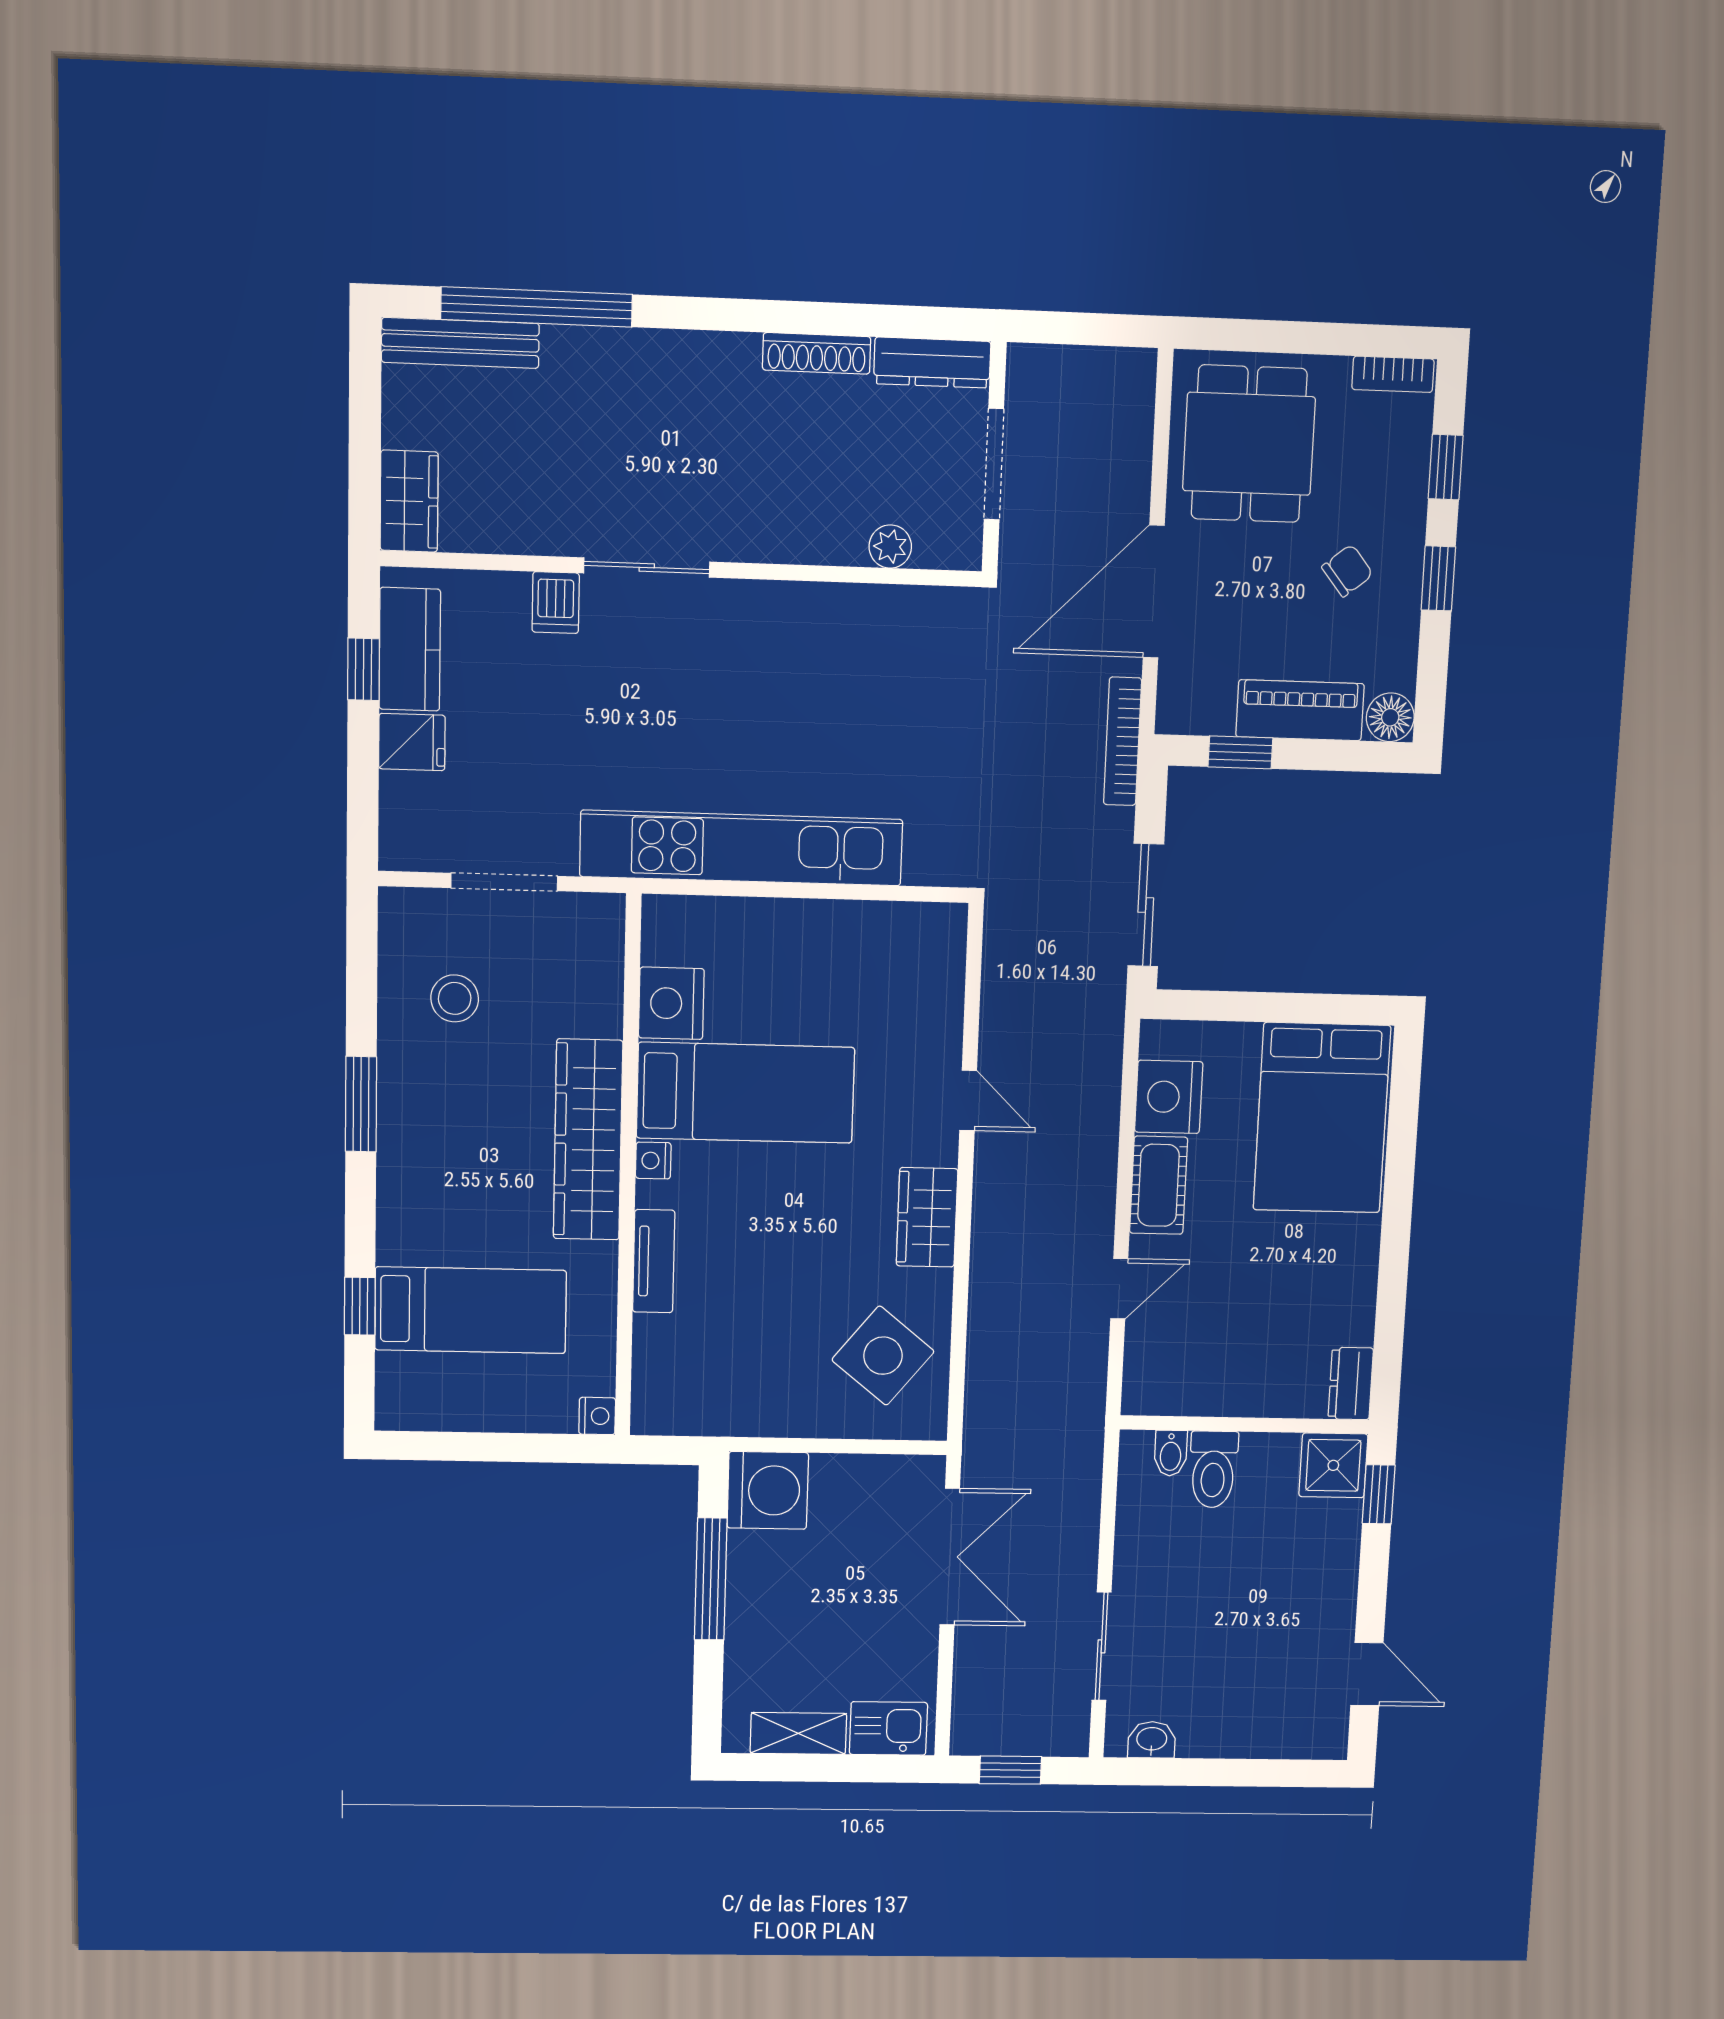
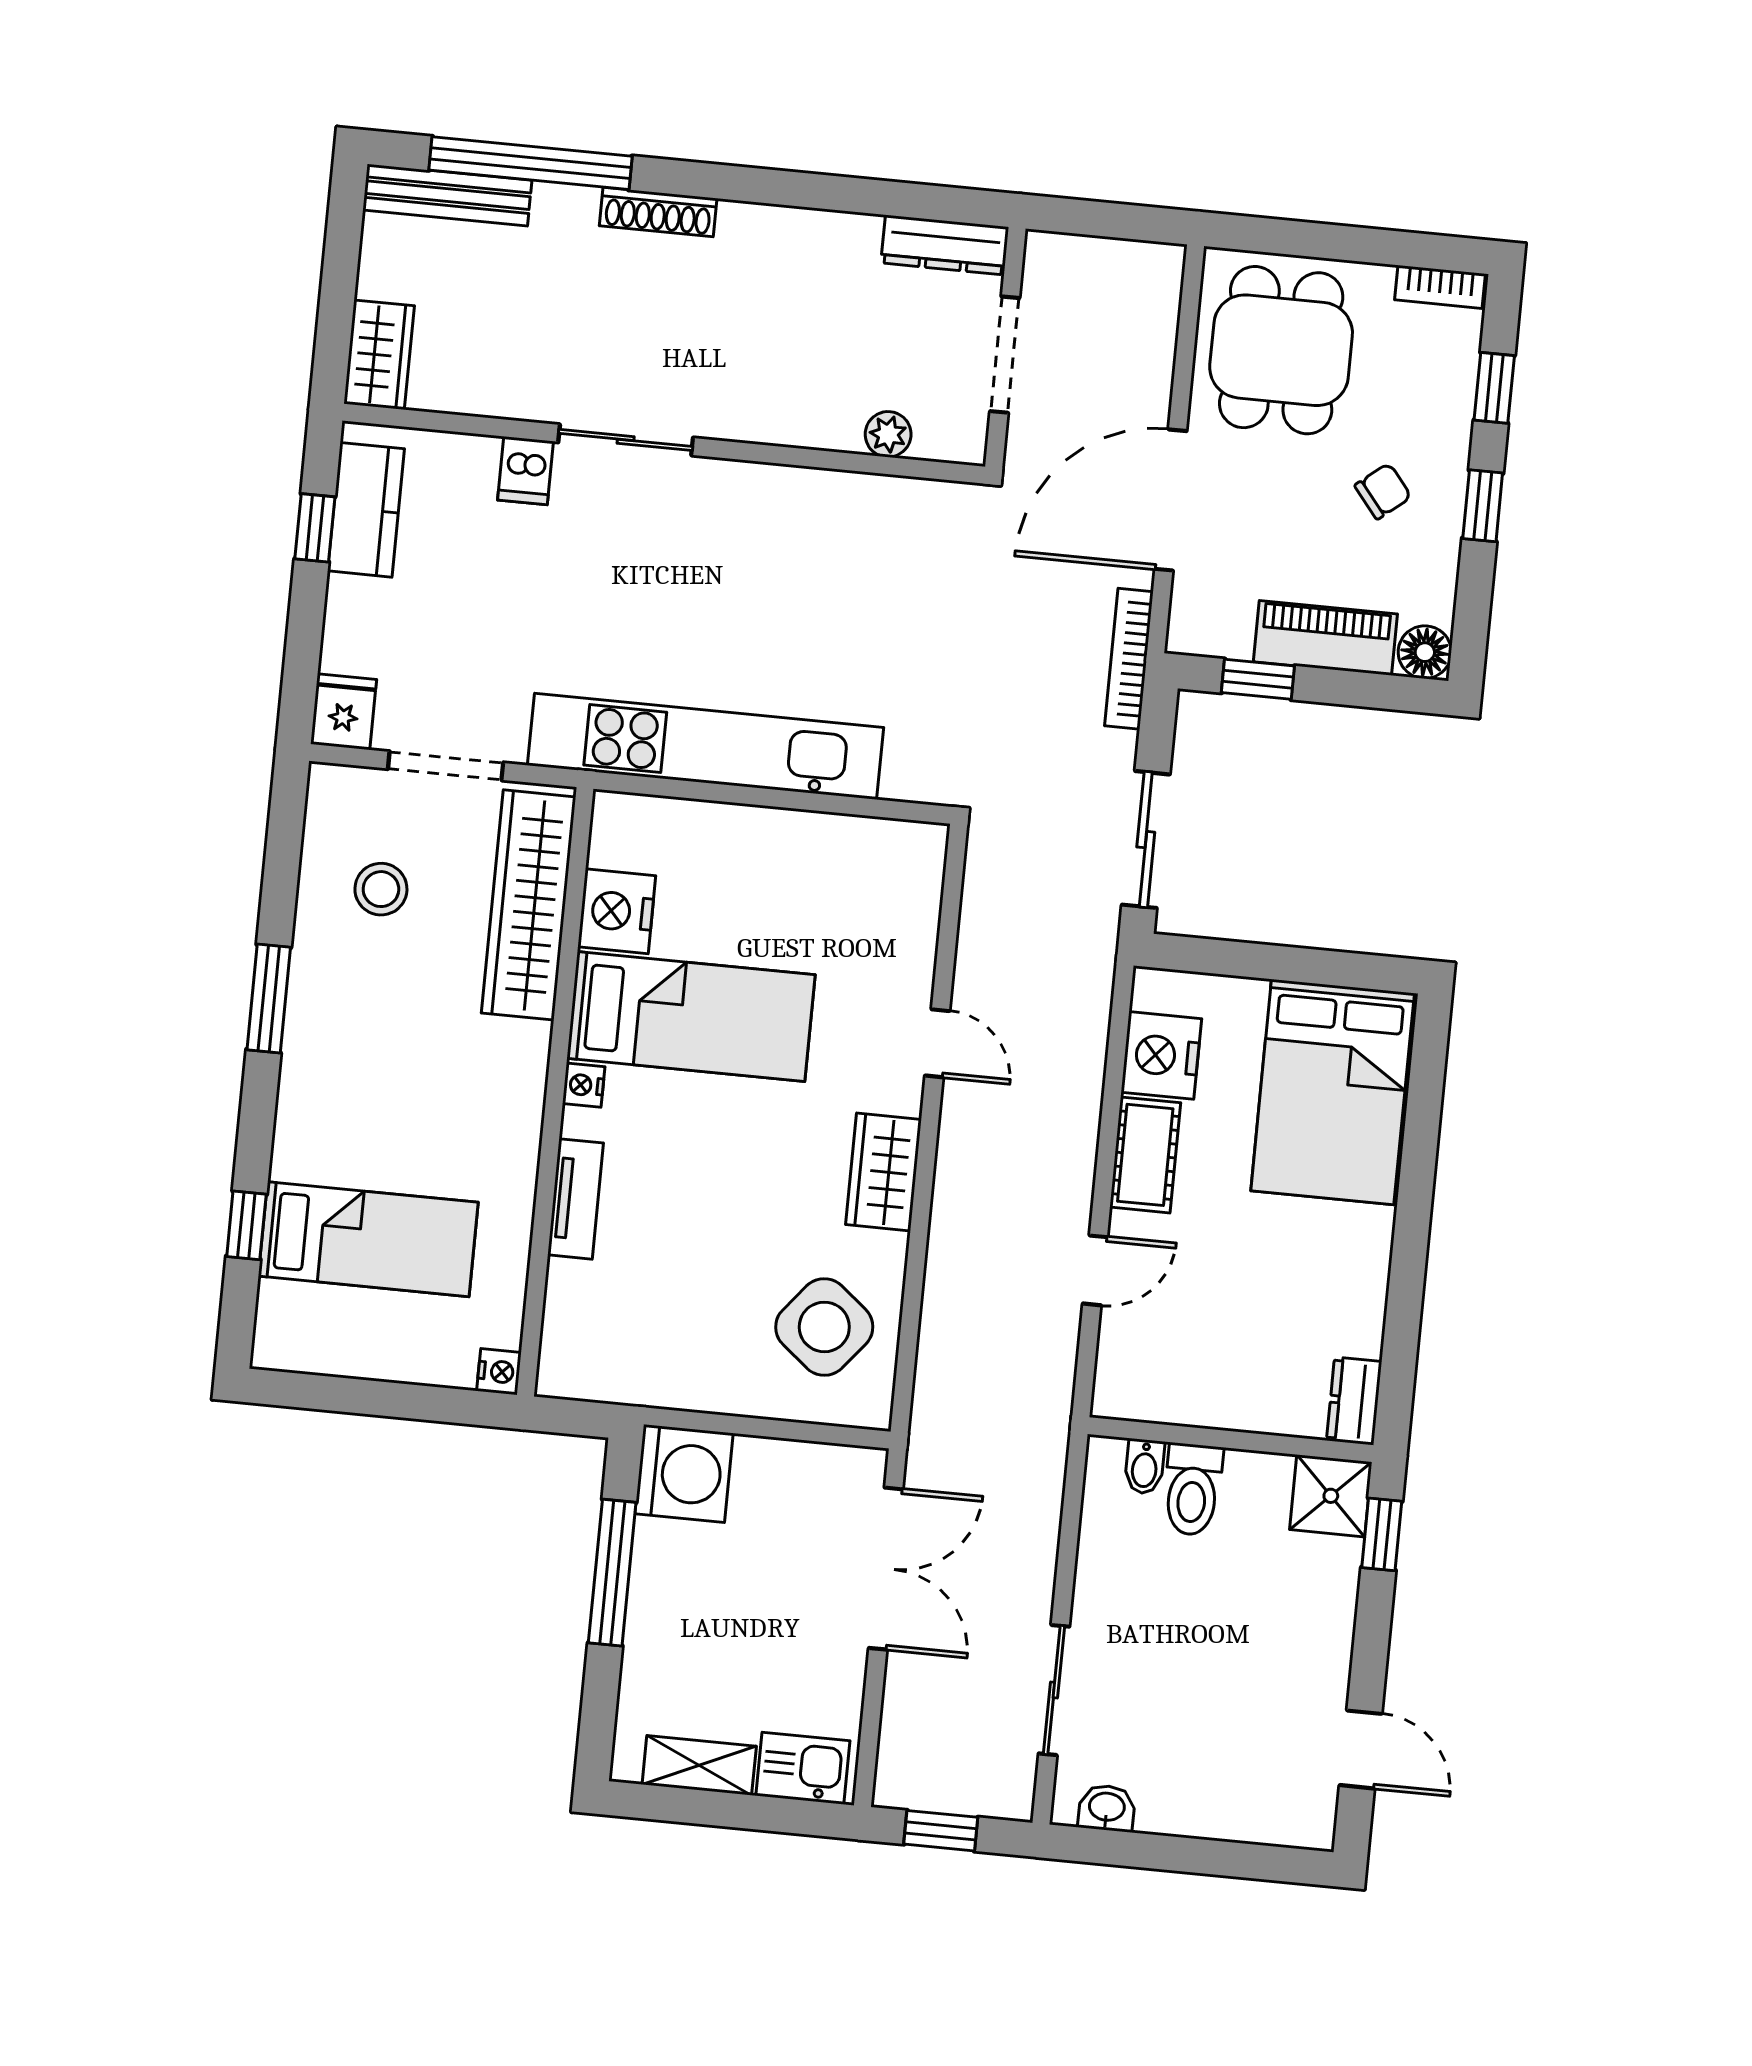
shoe rack: (817, 353) -> (658, 212), moved
fridge: (412, 742) -> (344, 712), moved, turned -90
wardrobe: (588, 1140) -> (529, 905), moved

